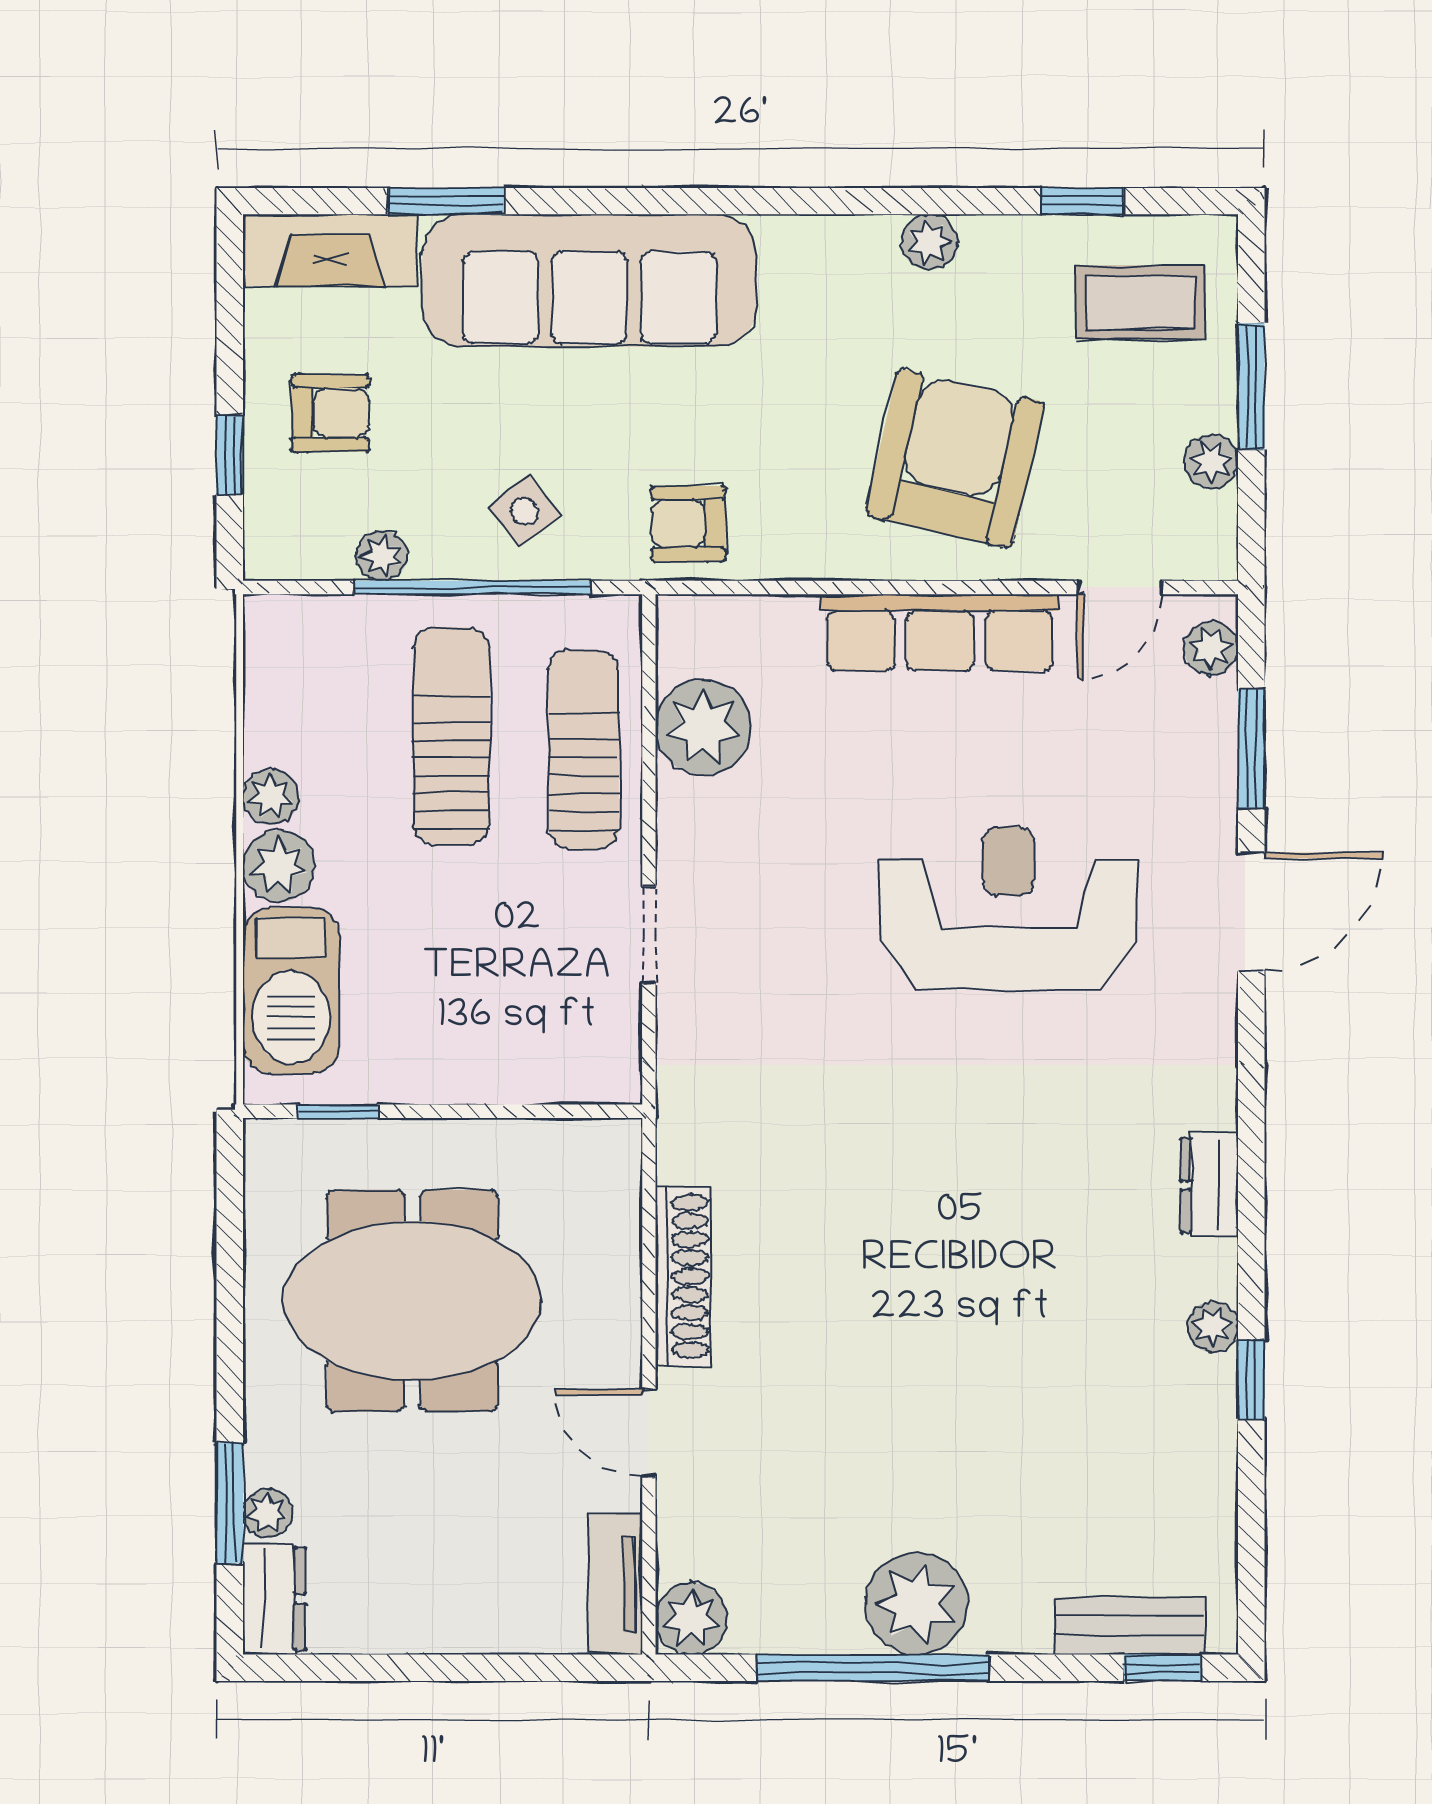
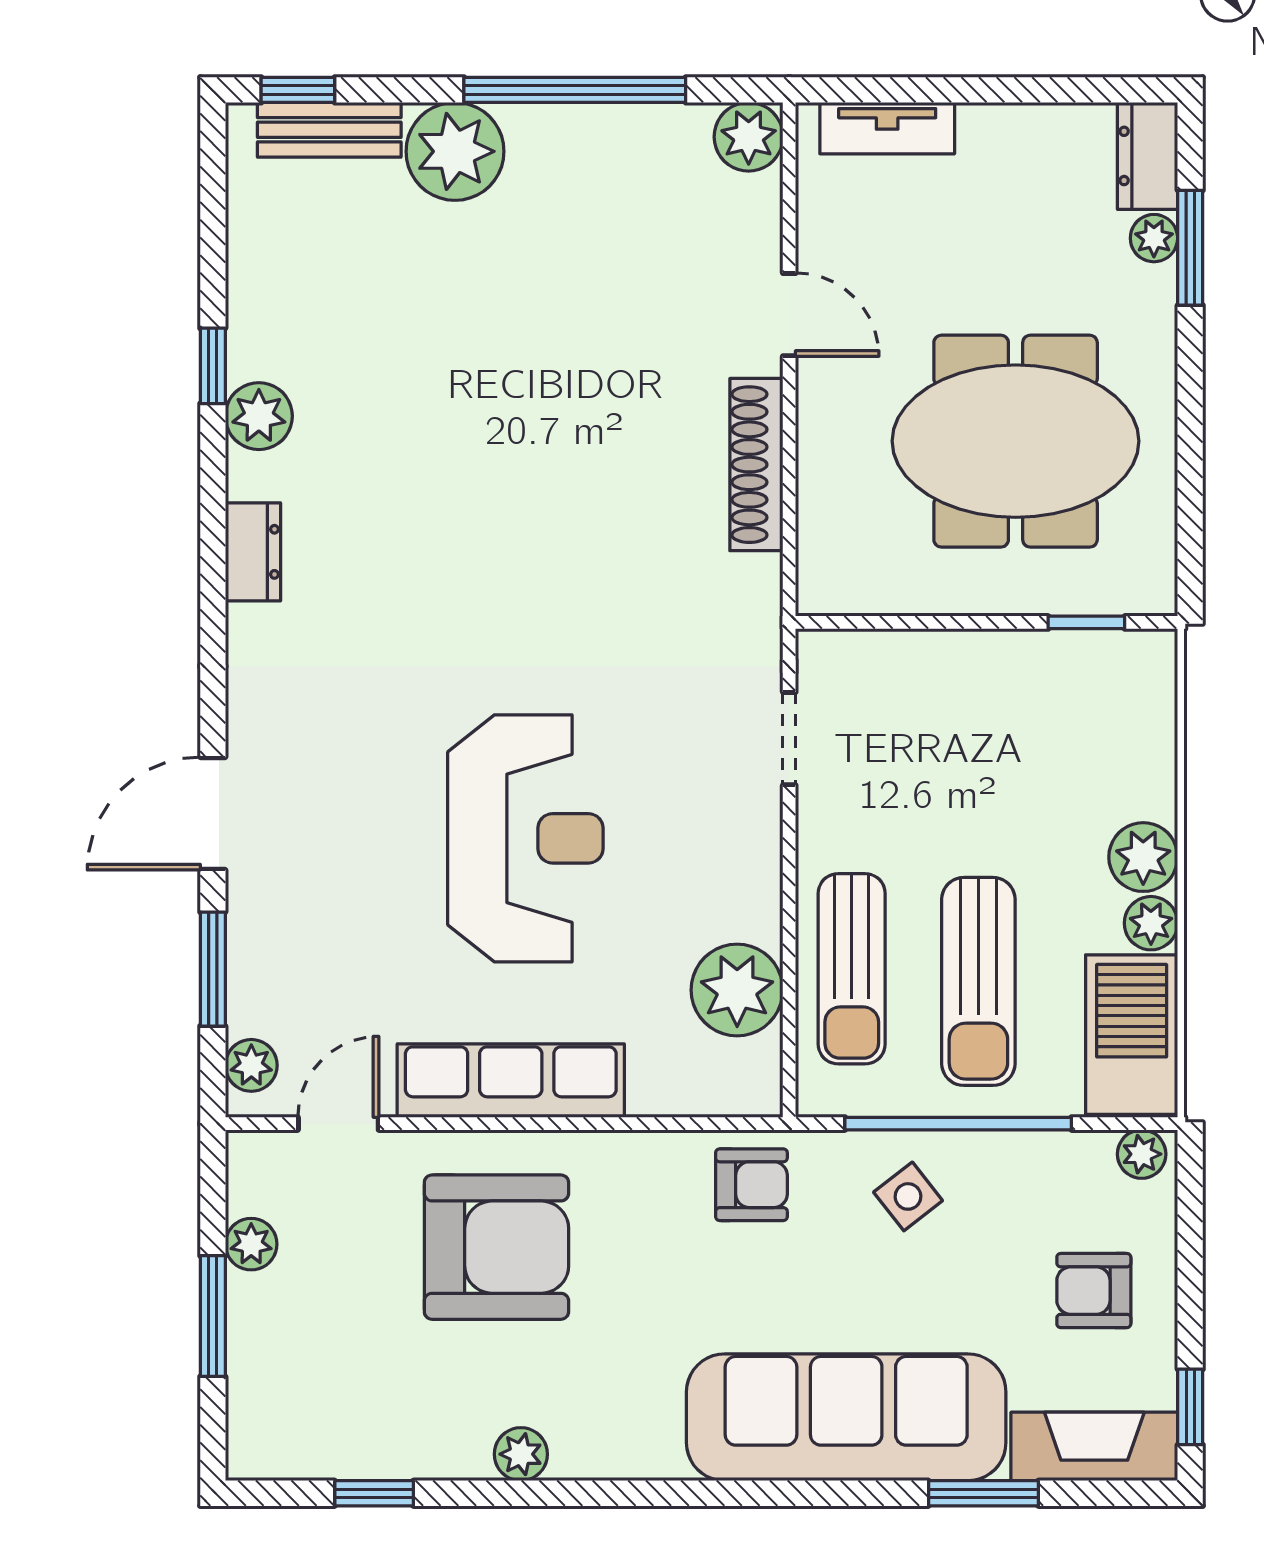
coffee table: (1140, 302) -> (319, 1396), removed
window: (230, 455) -> (1190, 1407), moved
armchair: (955, 458) -> (496, 1247), turned -103
plant: (382, 556) -> (1142, 1154), moved
reception desk: (1009, 908) -> (525, 838), moved, turned -90
doorway: (649, 935) -> (789, 739), moved
barbecue: (291, 991) -> (1132, 1035), moved
plant: (1213, 1327) -> (259, 416), width x1.38, depth x1.38
tv unit: (615, 1584) -> (887, 128), moved, turned 90
plant: (917, 1604) -> (455, 151), moved

